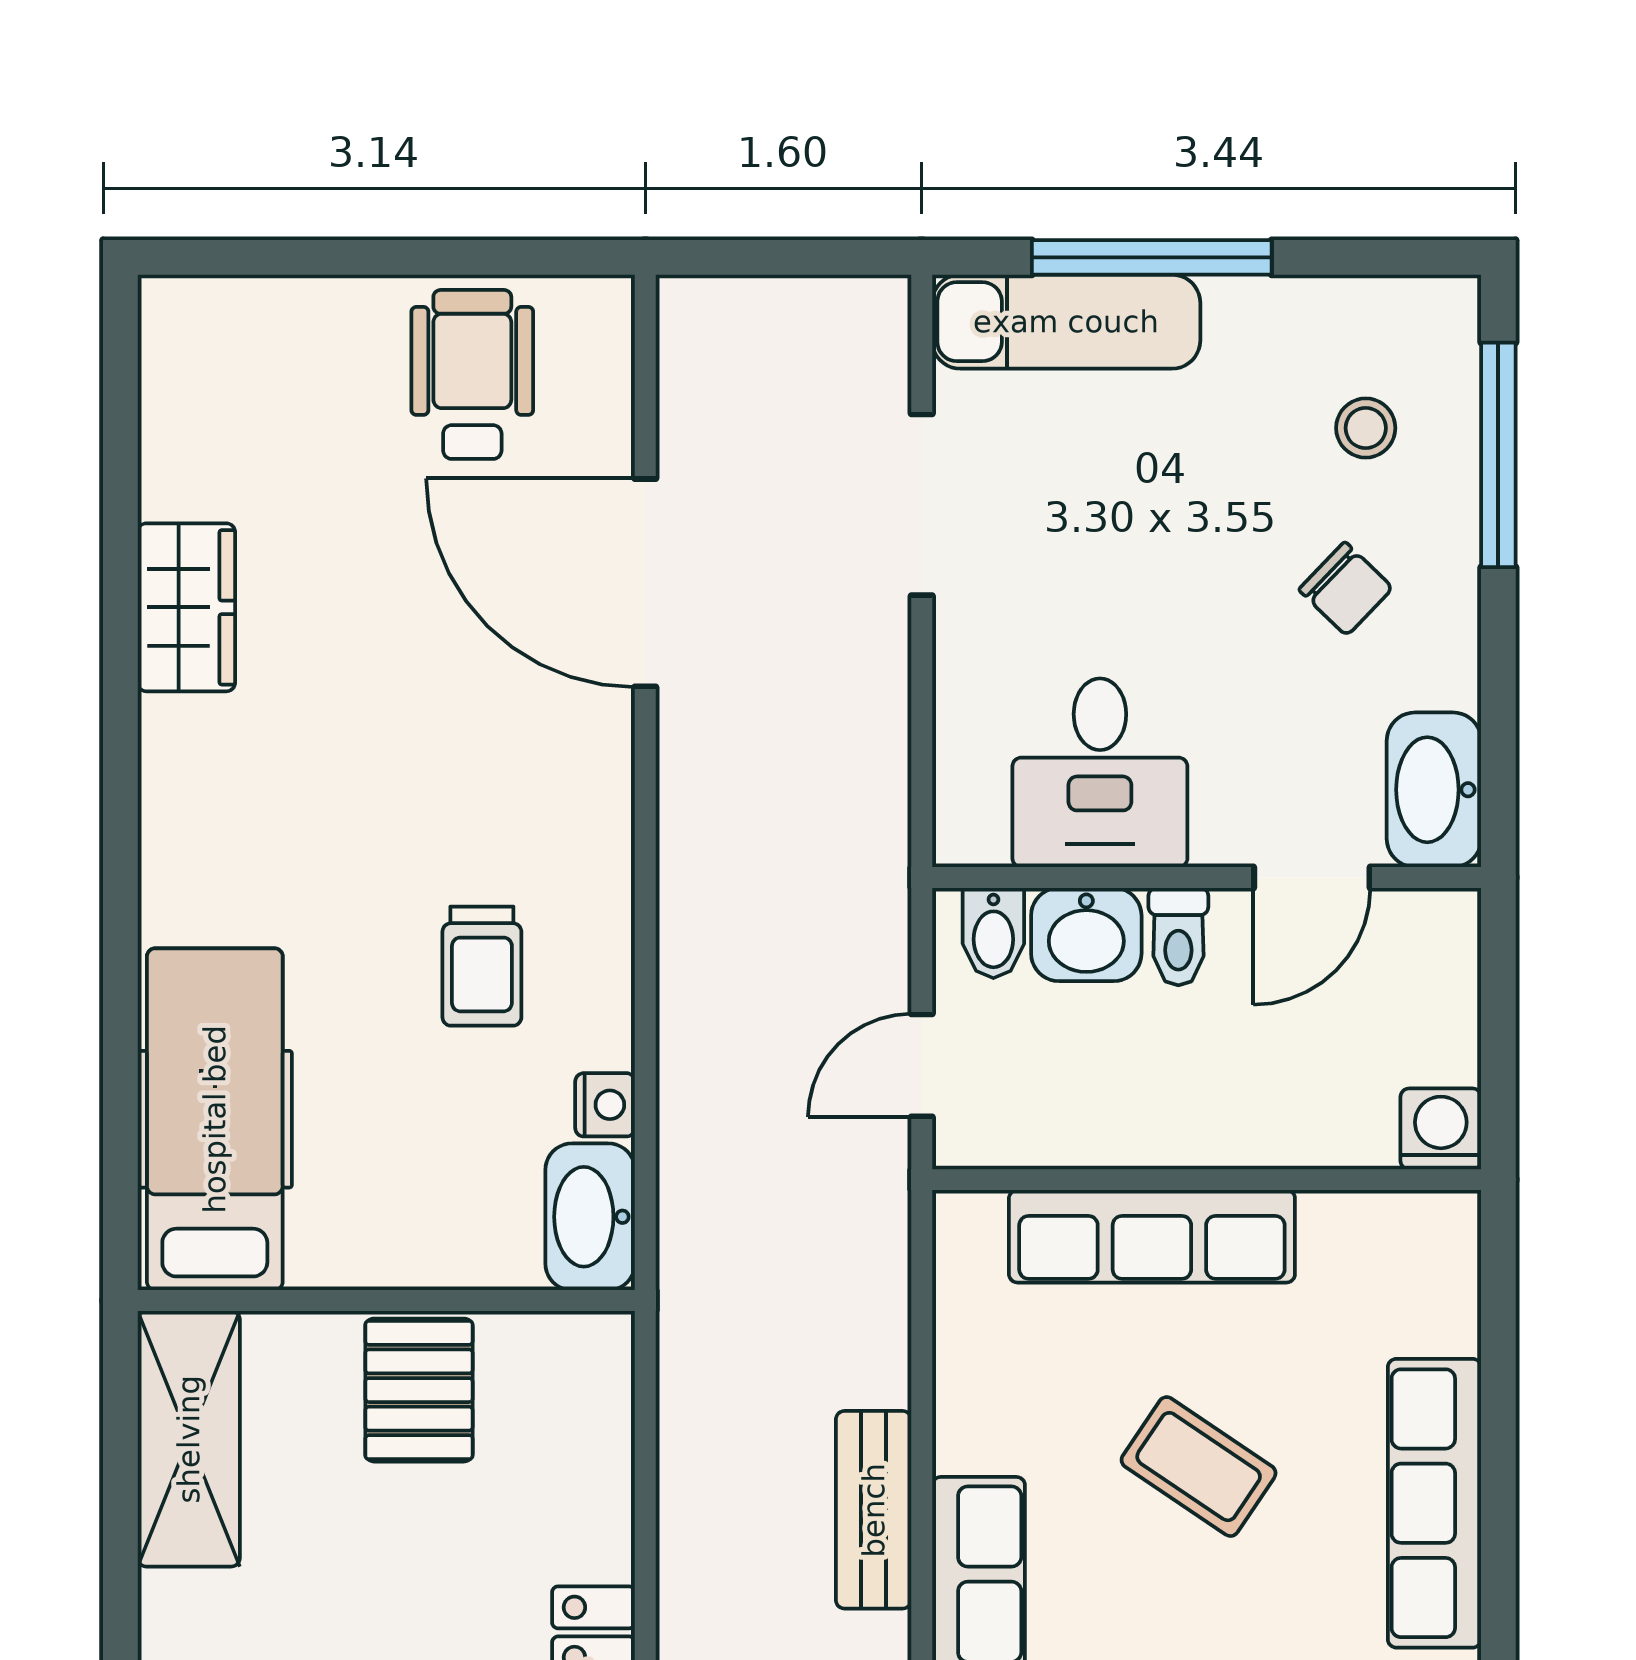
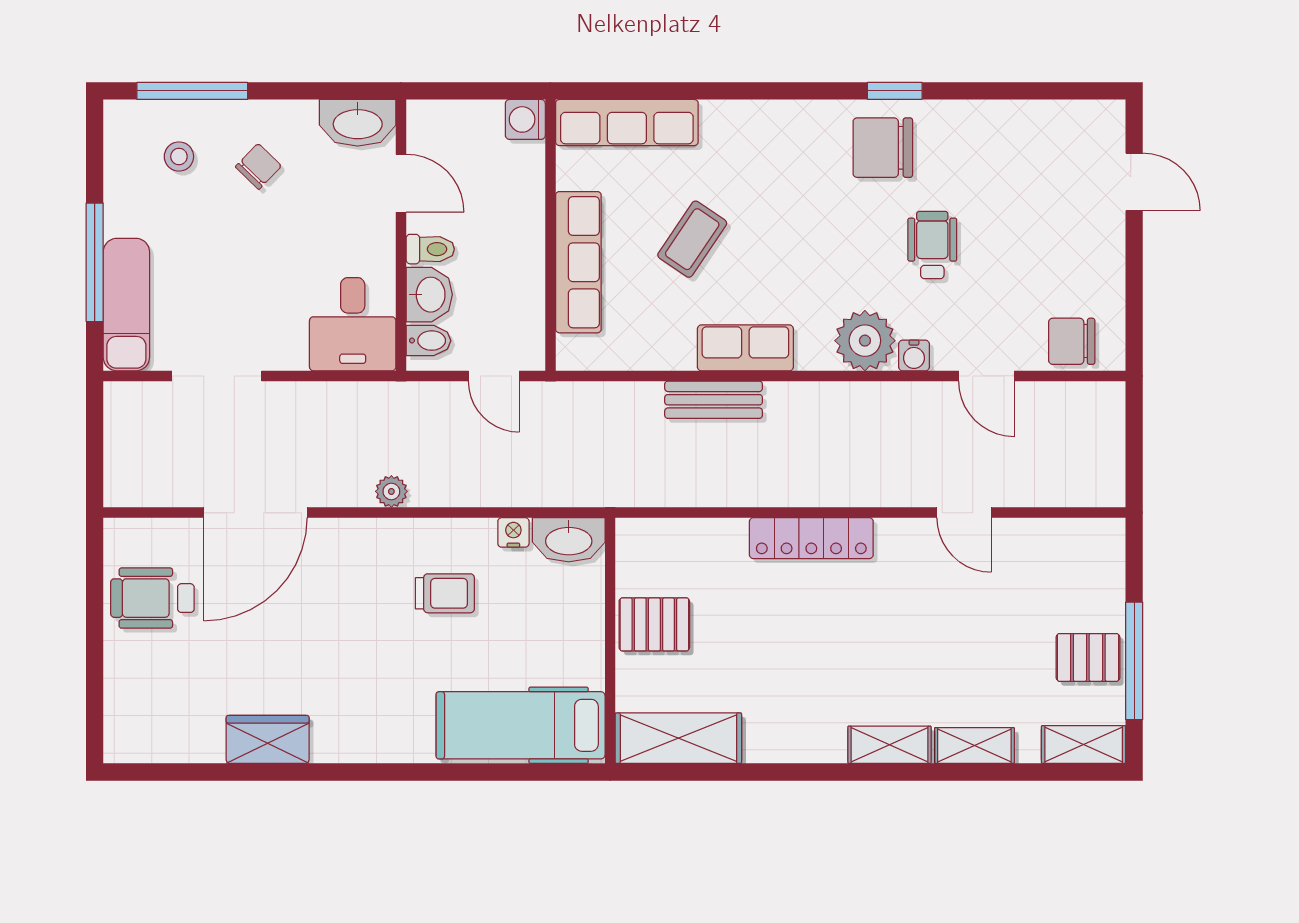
desk: (1100, 773) -> (353, 324), moved, turned 90
plant: (688, 858) -> (391, 491), added
row of seats: (1434, 1503) -> (627, 123), moved

